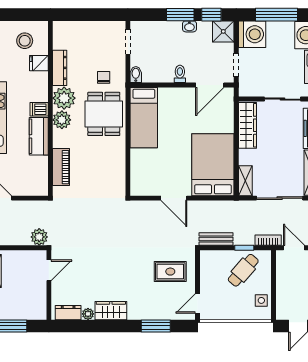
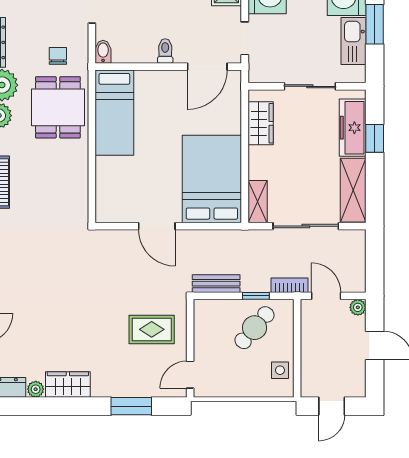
wardrobe: (248, 125) -> (261, 123), width x0.67

